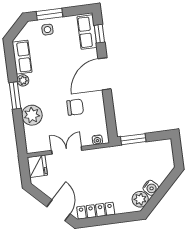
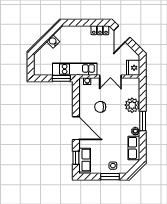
door: (105, 74) -> (76, 128), hinge flipped
kitchen unit: (116, 154) -> (75, 69), added
plant: (140, 199) -> (62, 34), removed
locker: (96, 211) -> (100, 30), width x0.66

